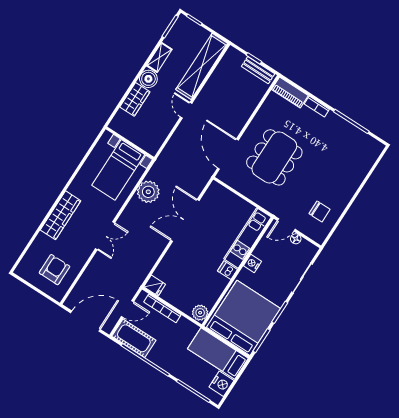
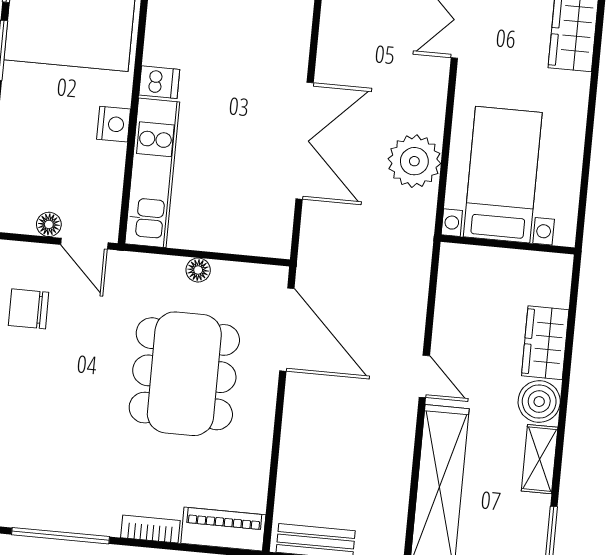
floor lamp: (249, 193) -> (198, 270), added
door: (286, 225) -> (84, 244), swing flipped

